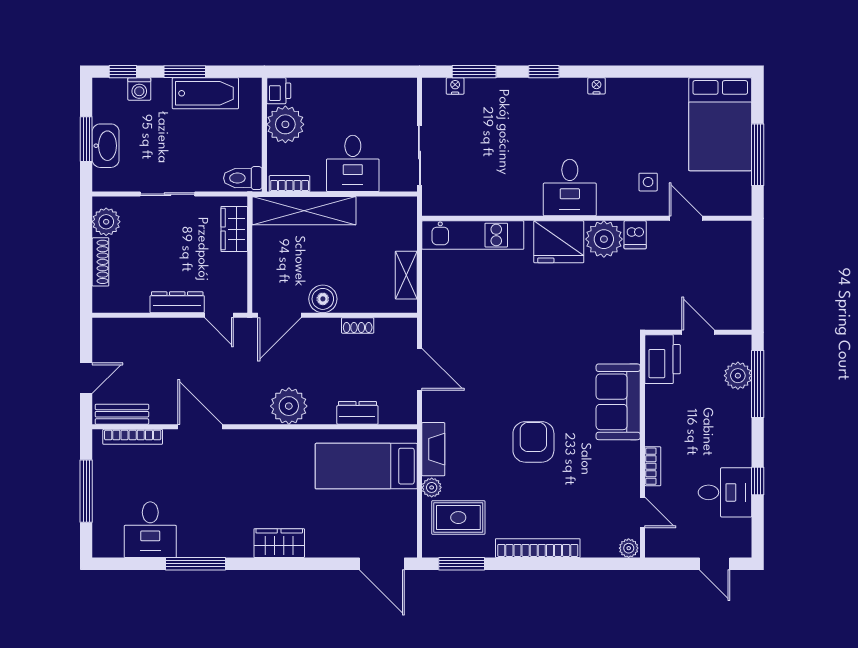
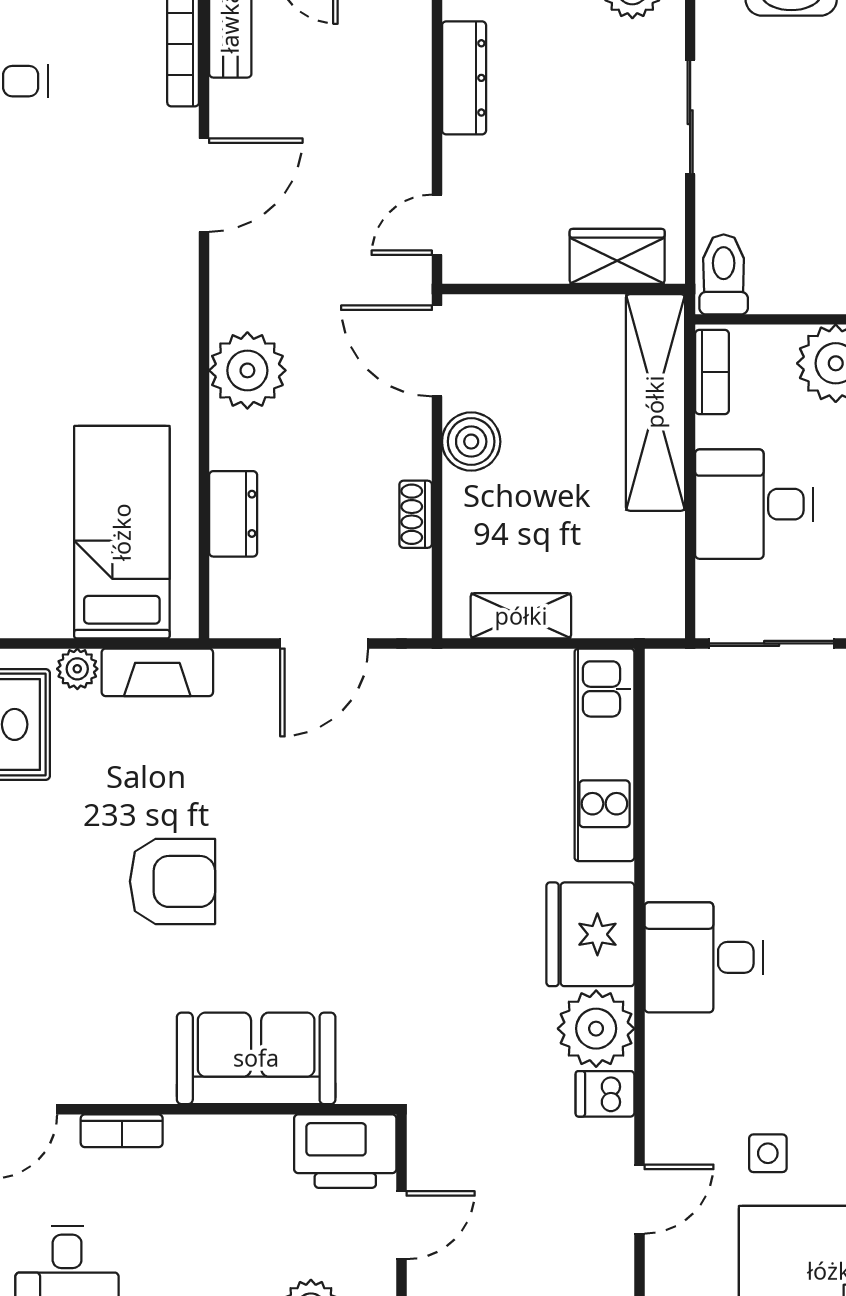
side table: (648, 182) -> (768, 1153), moved
dresser: (177, 302) -> (464, 78), moved

